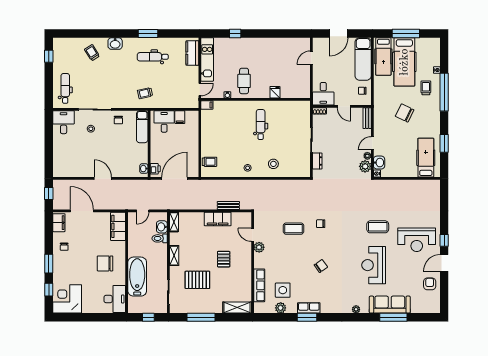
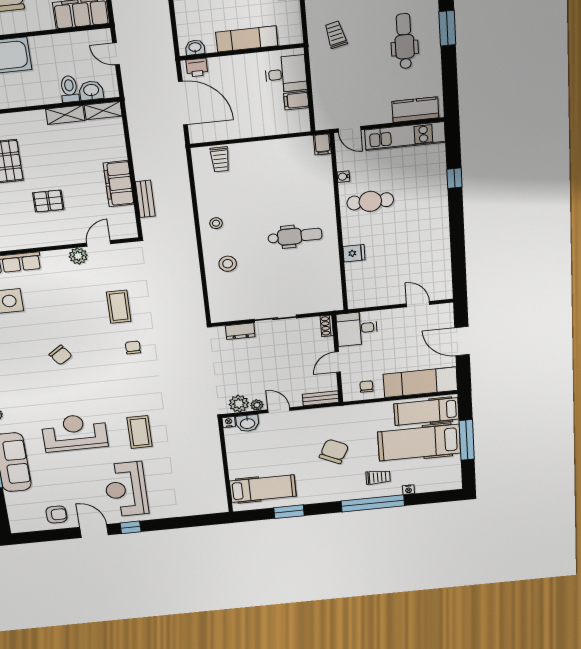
exam couch: (142, 127) -> (247, 39), moved
shelving: (174, 256) -> (65, 115), moved

